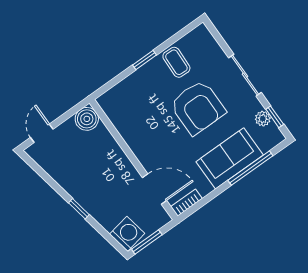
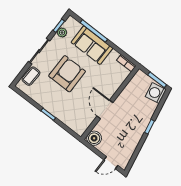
coffee table: (176, 62) -> (31, 76), moved
door: (155, 189) -> (105, 109), moved

